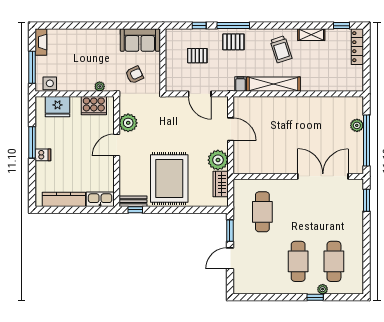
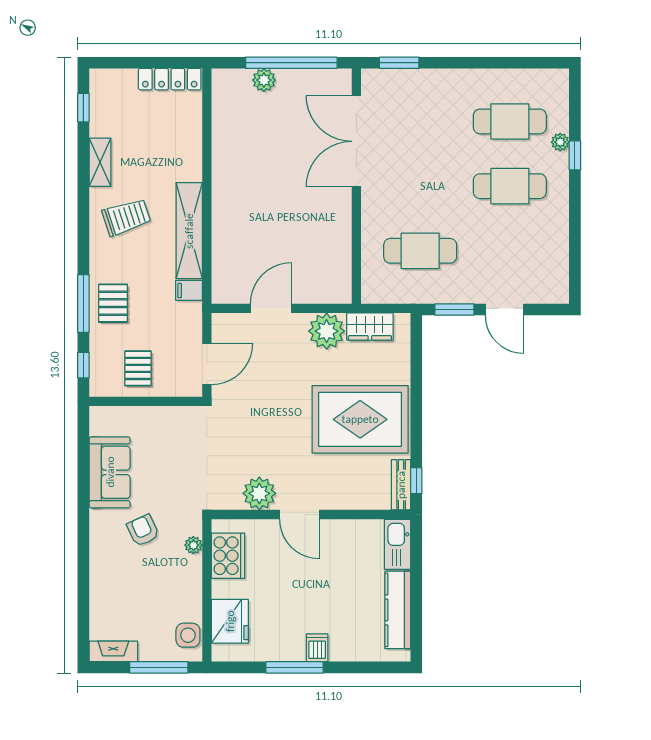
locker: (357, 47) -> (170, 79), moved
wall: (163, 60) -> (146, 401), moved
armchair: (134, 75) -> (143, 530), moved

